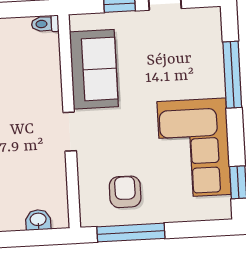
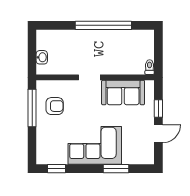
window: (232, 75) -> (116, 169), width x0.69
corner sofa: (194, 148) -> (95, 145), moved

